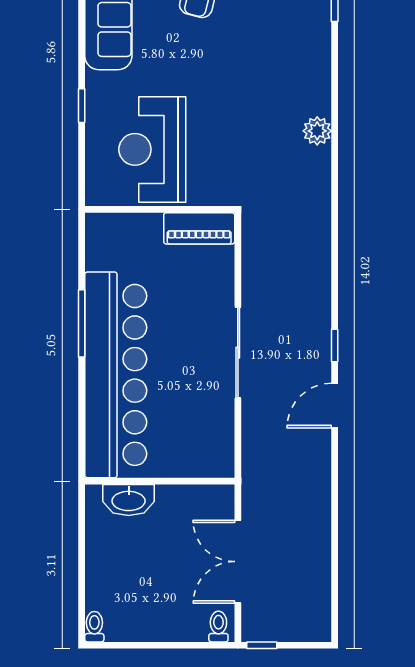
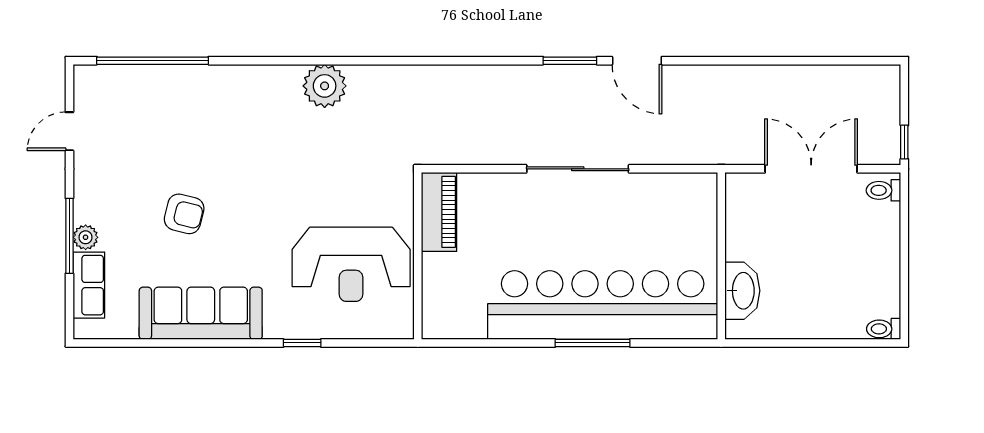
plant: (317, 131) -> (325, 86), width x1.36, depth x1.36
window: (82, 323) -> (593, 343), moved
window: (335, 346) -> (570, 61), width x1.50
double door: (238, 562) -> (811, 169), swing flipped

